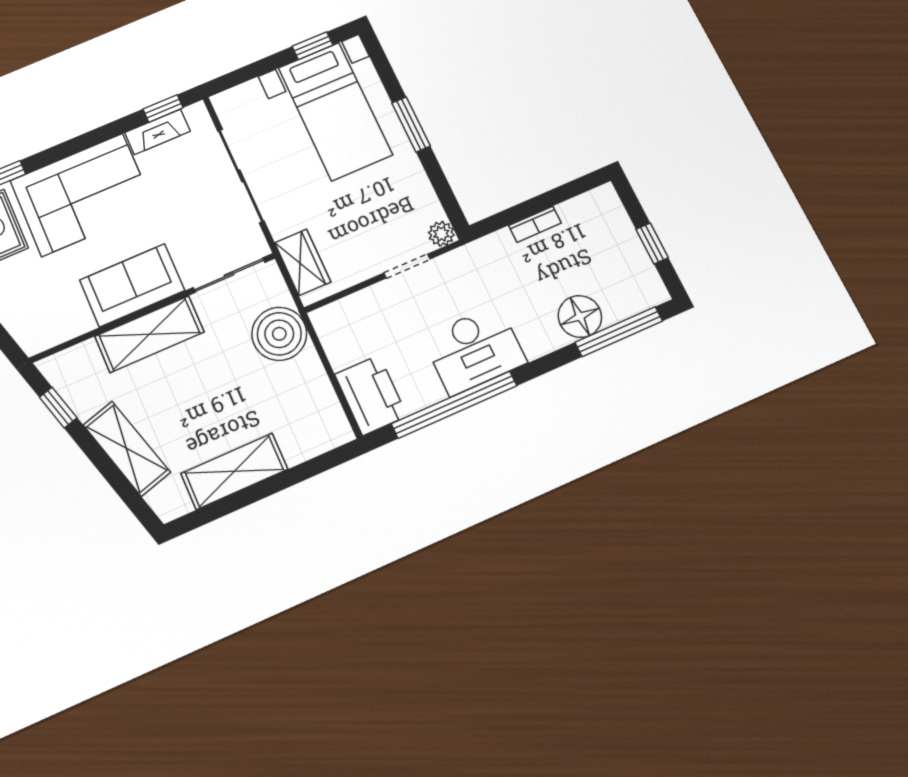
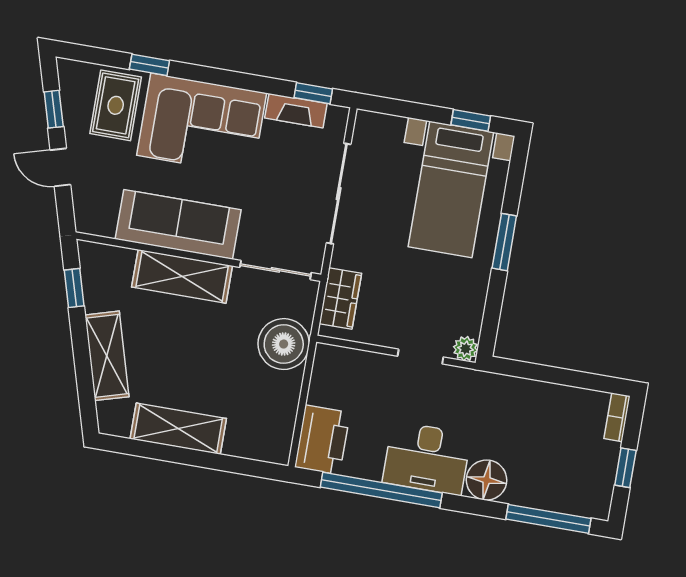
bookcase: (535, 224) -> (617, 417), moved, turned 90
sofa: (132, 285) -> (178, 224), width x1.36
floor lamp: (580, 316) -> (487, 480), moved

